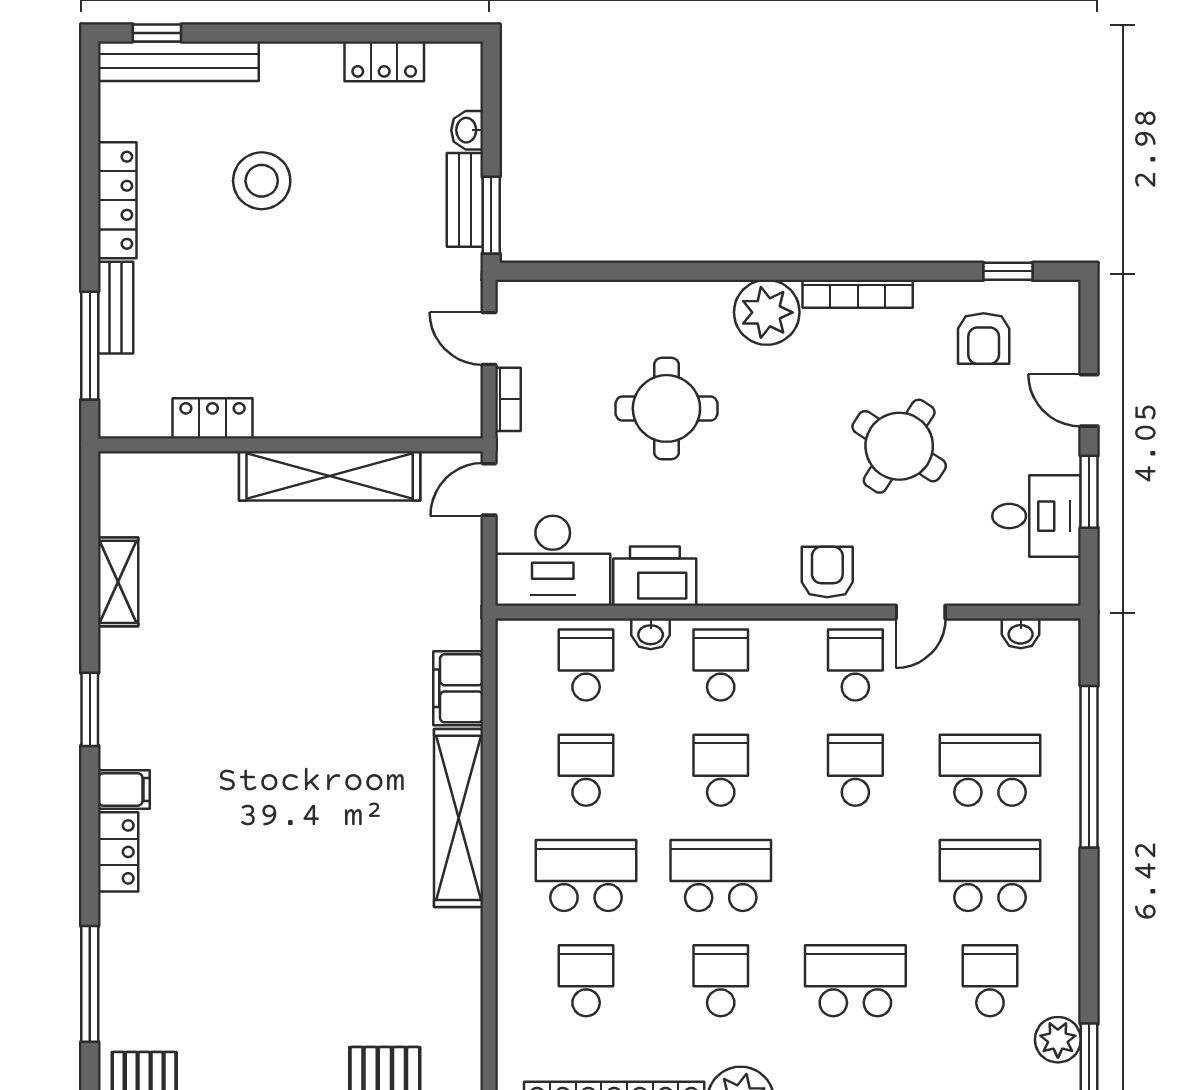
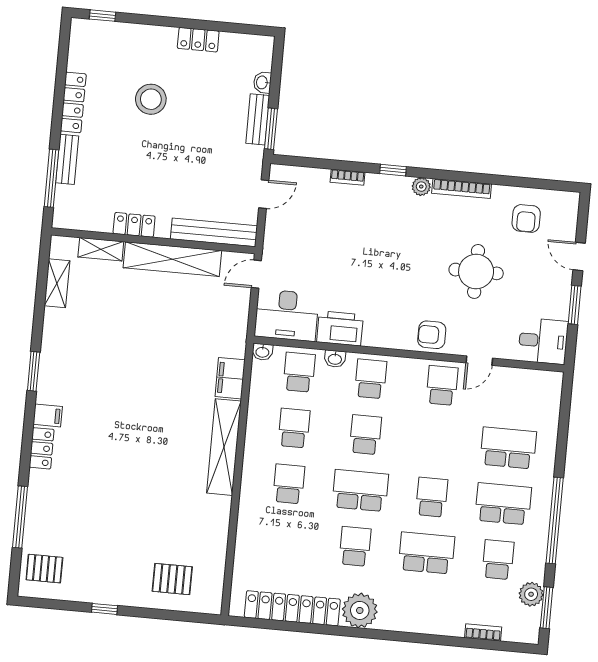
bench: (178, 61) -> (214, 232), moved
locker: (384, 61) -> (198, 40), moved
window: (1008, 271) -> (393, 170), moved
plant: (767, 312) -> (421, 187), width x0.53, depth x0.53
door: (489, 338) -> (264, 194), swing flipped
bookcase: (508, 399) -> (347, 177), moved, turned 90
round table: (666, 408) -> (354, 240), removed
locker: (212, 418) -> (134, 225), moved
round table: (899, 446) -> (476, 271), turned -33
shelving: (194, 470) -> (101, 249), added
desk: (1037, 516) -> (543, 341), moved
armchair: (827, 572) -> (432, 335), turned -90
shelving: (118, 582) -> (57, 283), moved
washbasin: (1021, 633) -> (262, 352), moved
window: (1089, 767) -> (555, 520), moved
school desk: (855, 770) -> (432, 497), moved
school desk: (586, 876) -> (289, 484), width x0.54
school desk: (586, 981) -> (284, 540), removed

